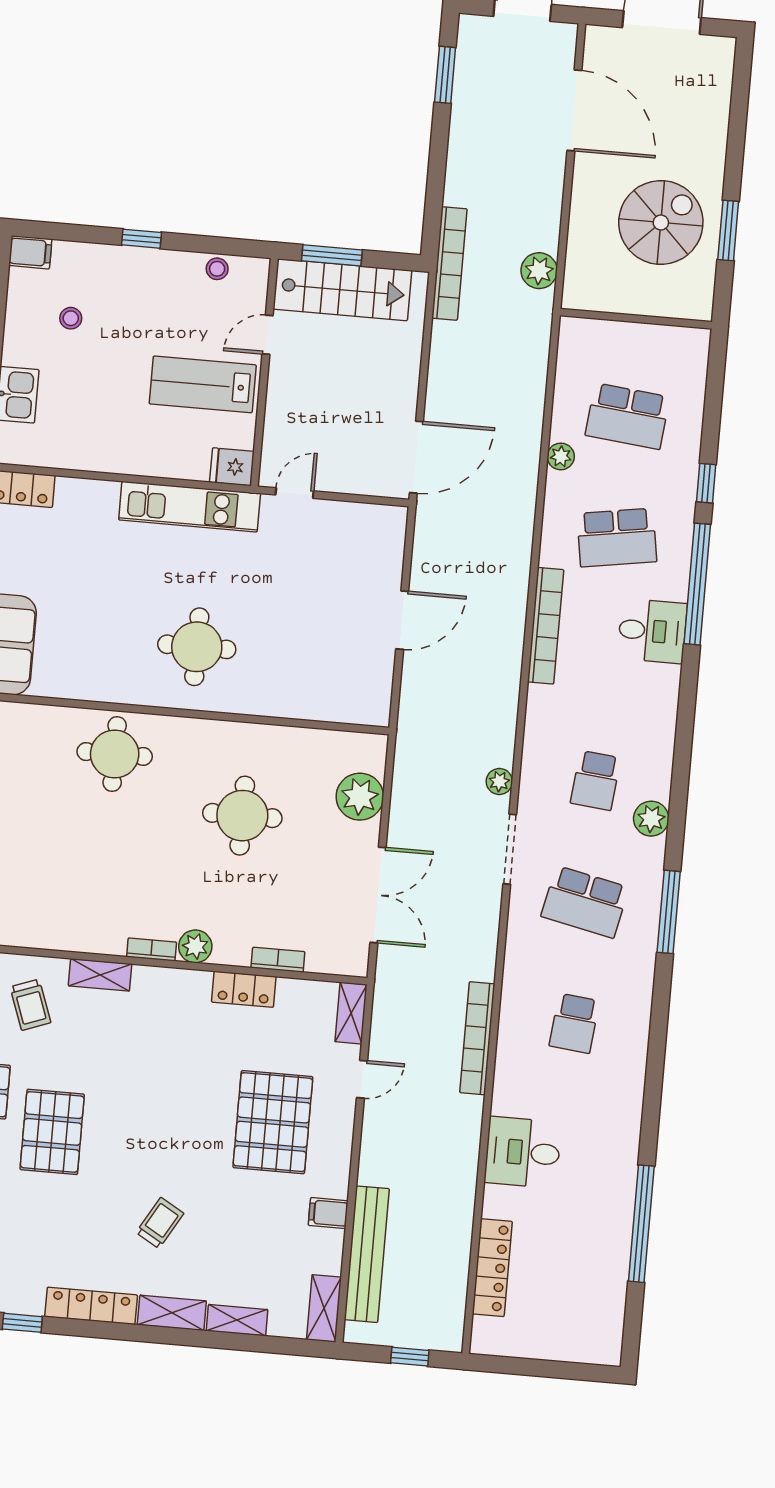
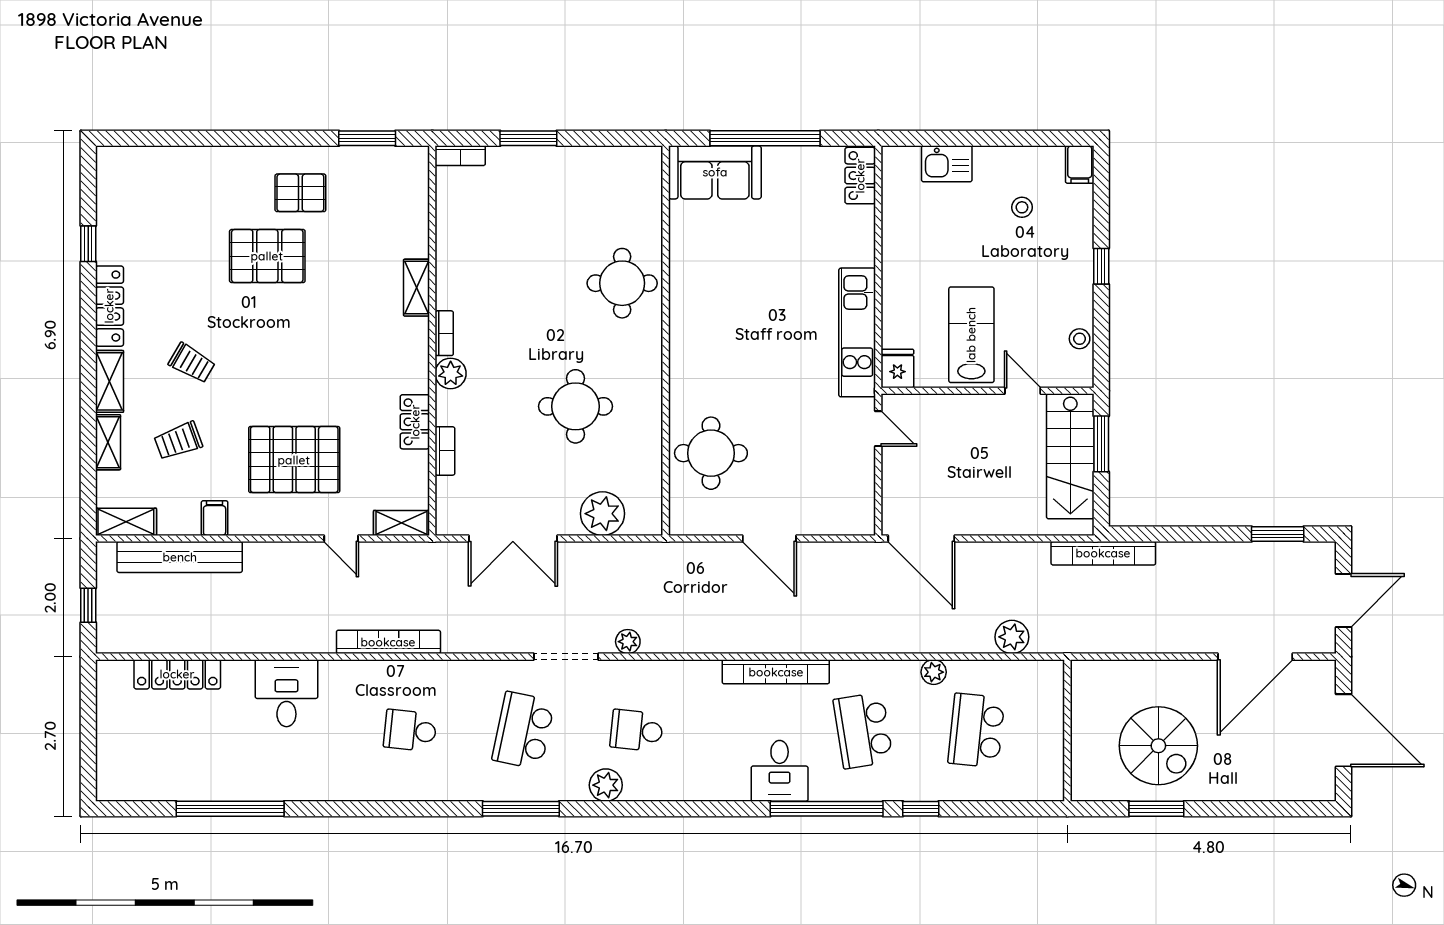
plant: (539, 271) -> (1012, 637), moved
round table: (197, 647) -> (711, 453), moved
trolley: (30, 1005) -> (178, 441), moved

